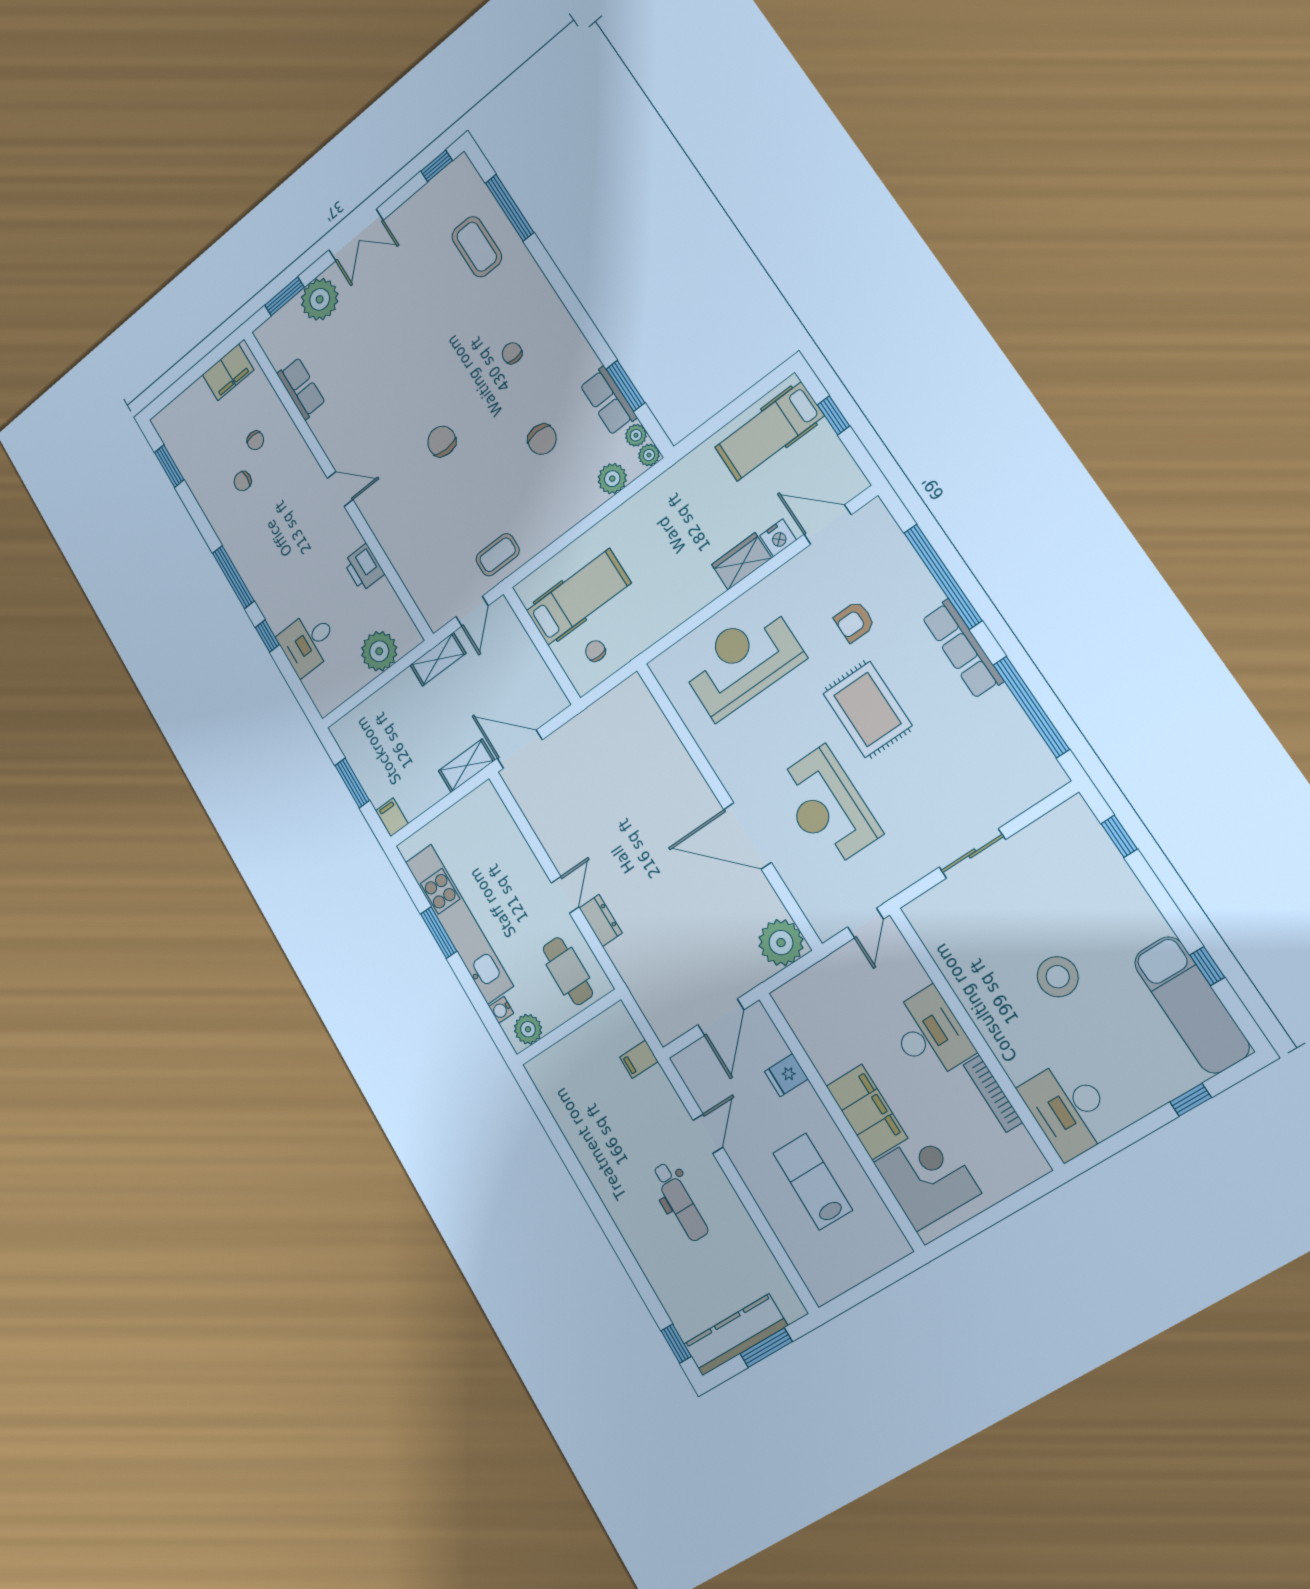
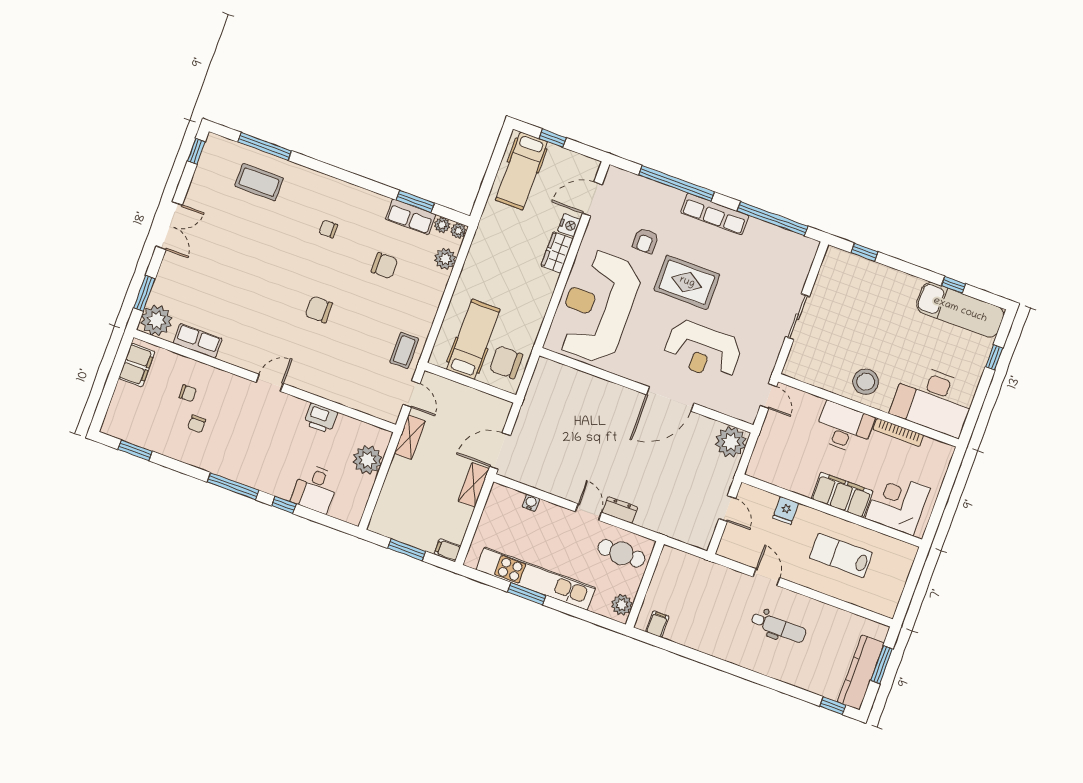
plant: (320, 299) -> (156, 320), moved
chair: (595, 651) -> (506, 362), width x1.87, depth x1.87
reception desk: (742, 661) -> (598, 307), width x1.36, depth x1.30
stool: (1058, 977) -> (866, 382), moved
water cooler: (501, 1010) -> (531, 503), moved, turned 180
door: (721, 1017) -> (727, 508), width x0.73
filing cabinet: (639, 1059) -> (657, 624), moved, turned 180
desk: (1068, 1109) -> (933, 400), width x1.36, depth x1.30

